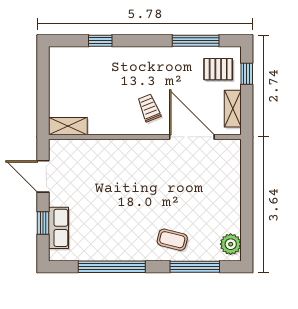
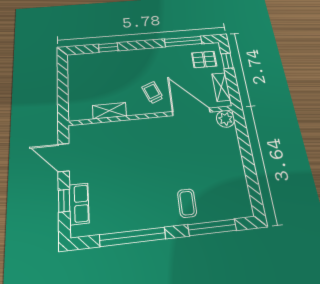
shelving: (68, 126) -> (109, 111), moved
coffee table: (172, 240) -> (187, 203), turned 76
plant: (231, 244) -> (226, 119), moved

